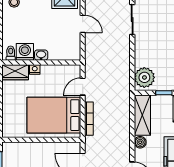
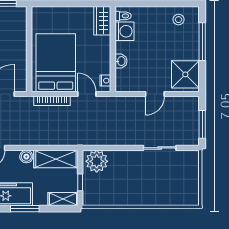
washbasin: (41, 55) -> (121, 61), moved
nightstand: (35, 69) -> (105, 81), moved

